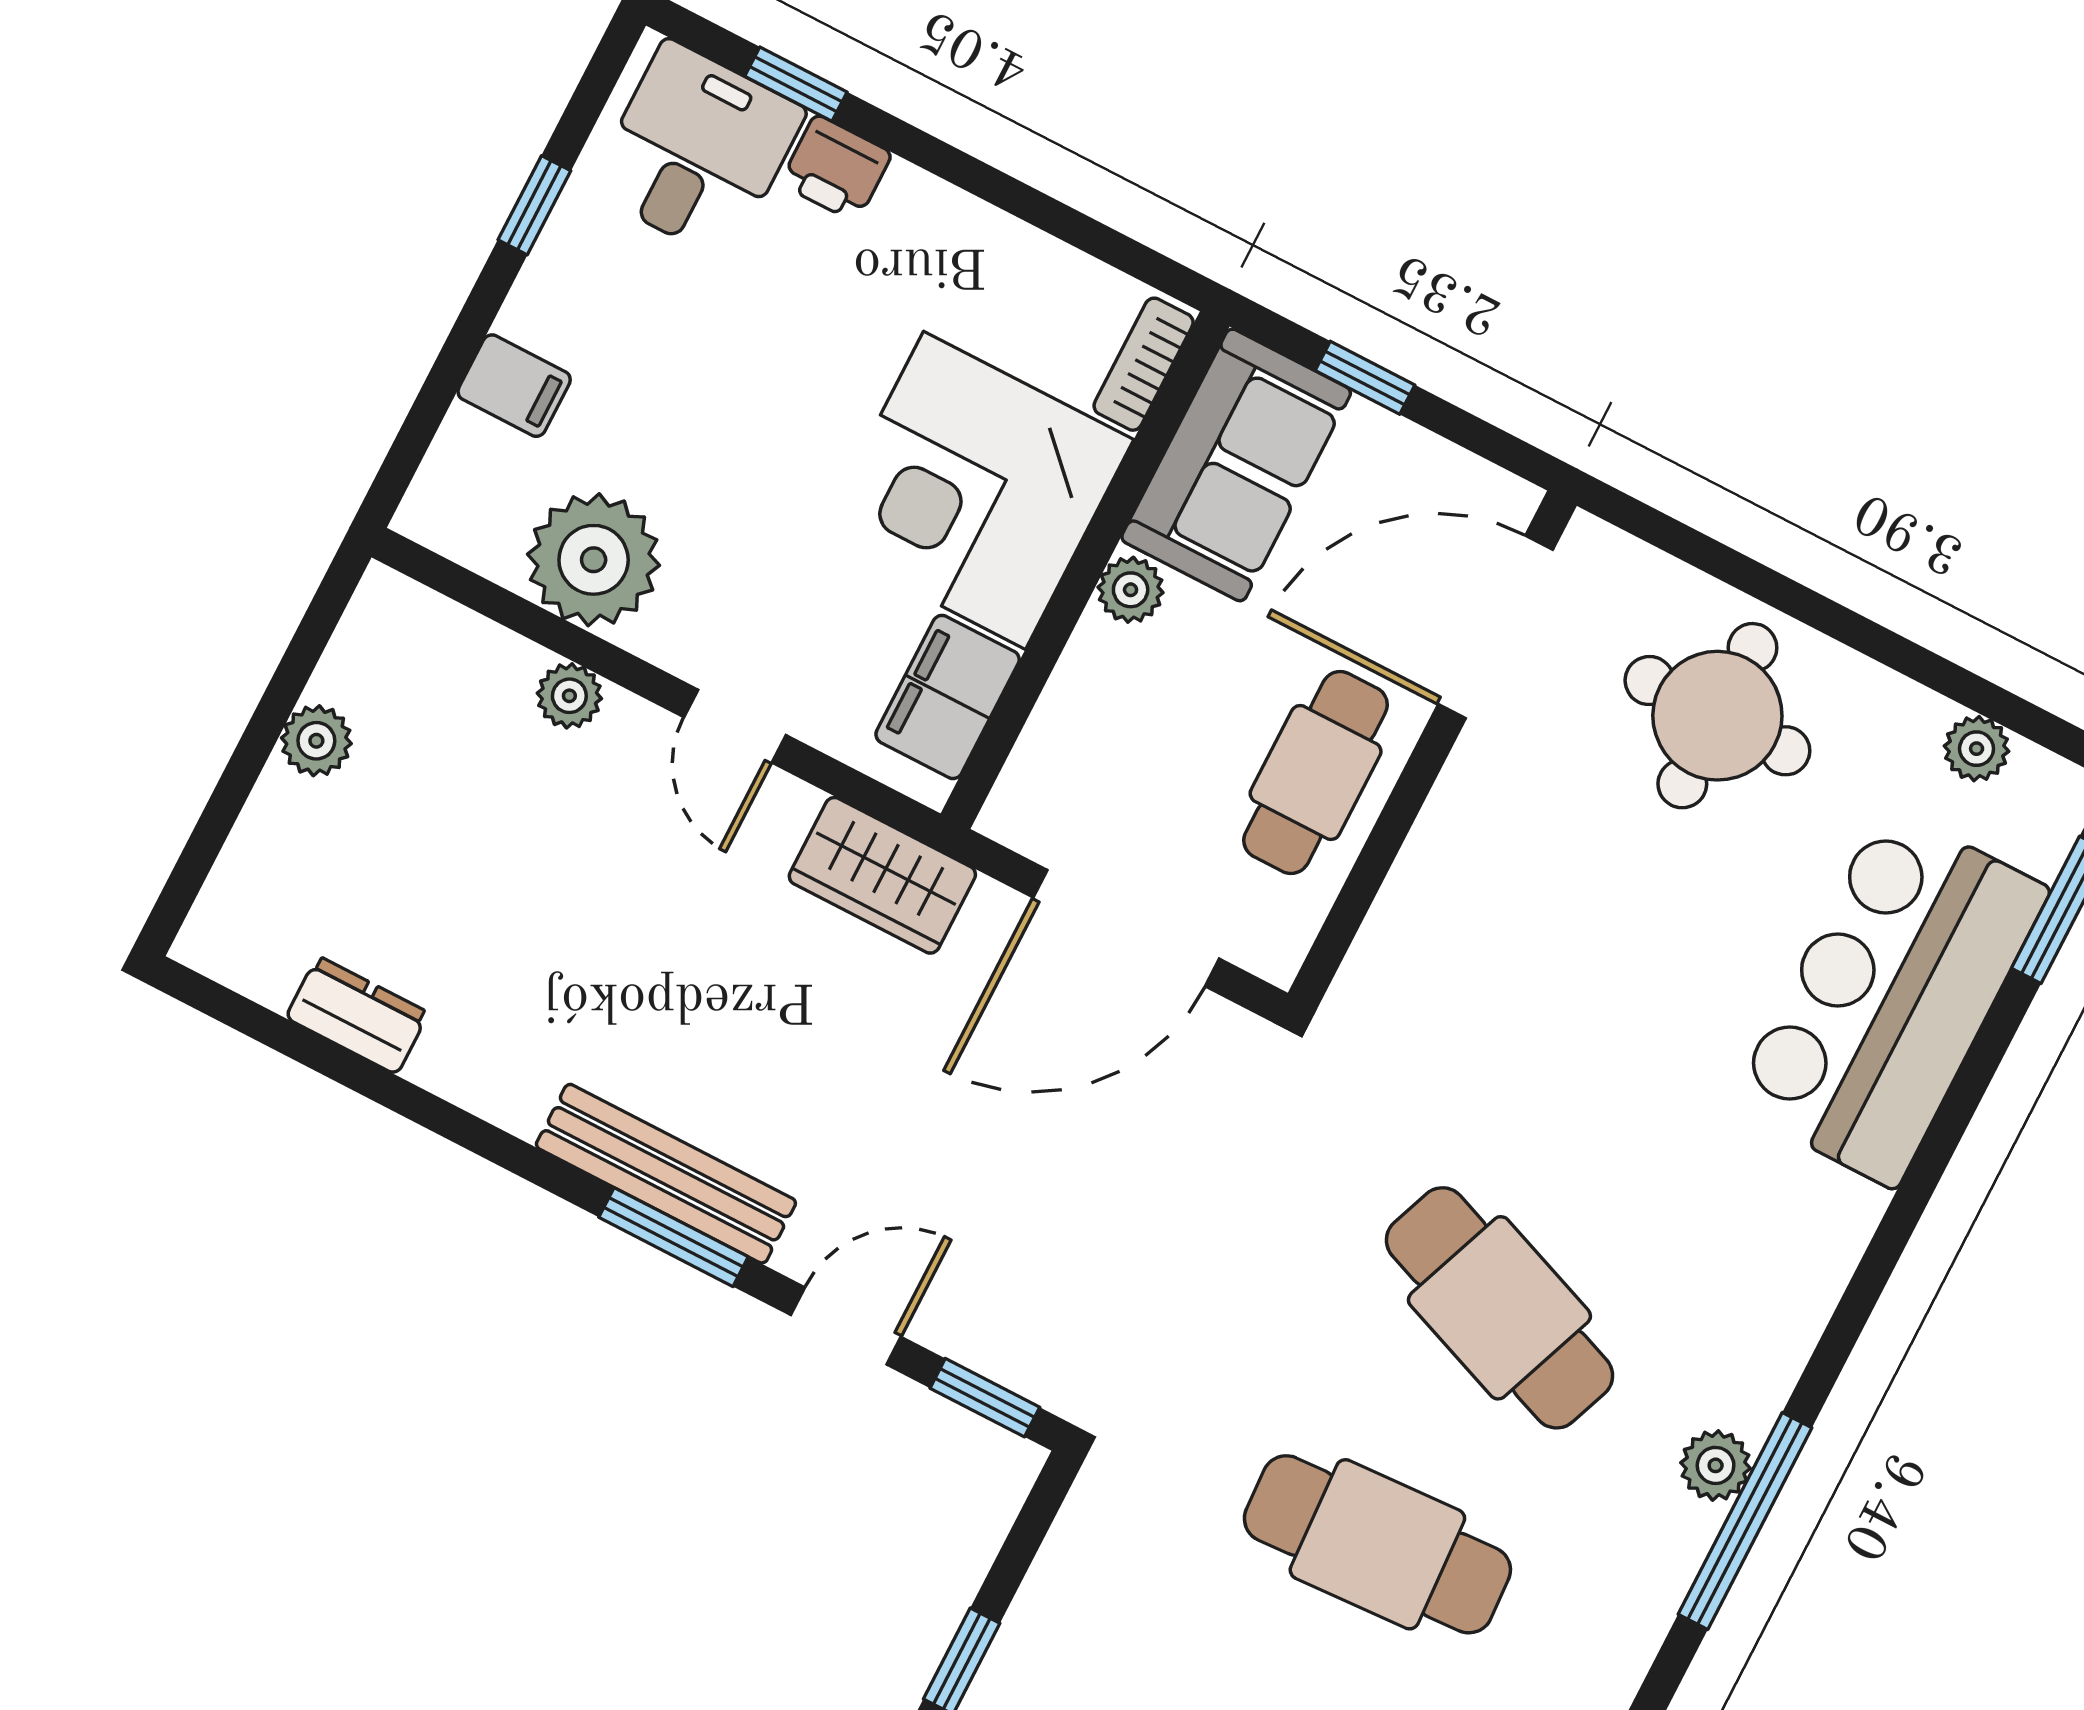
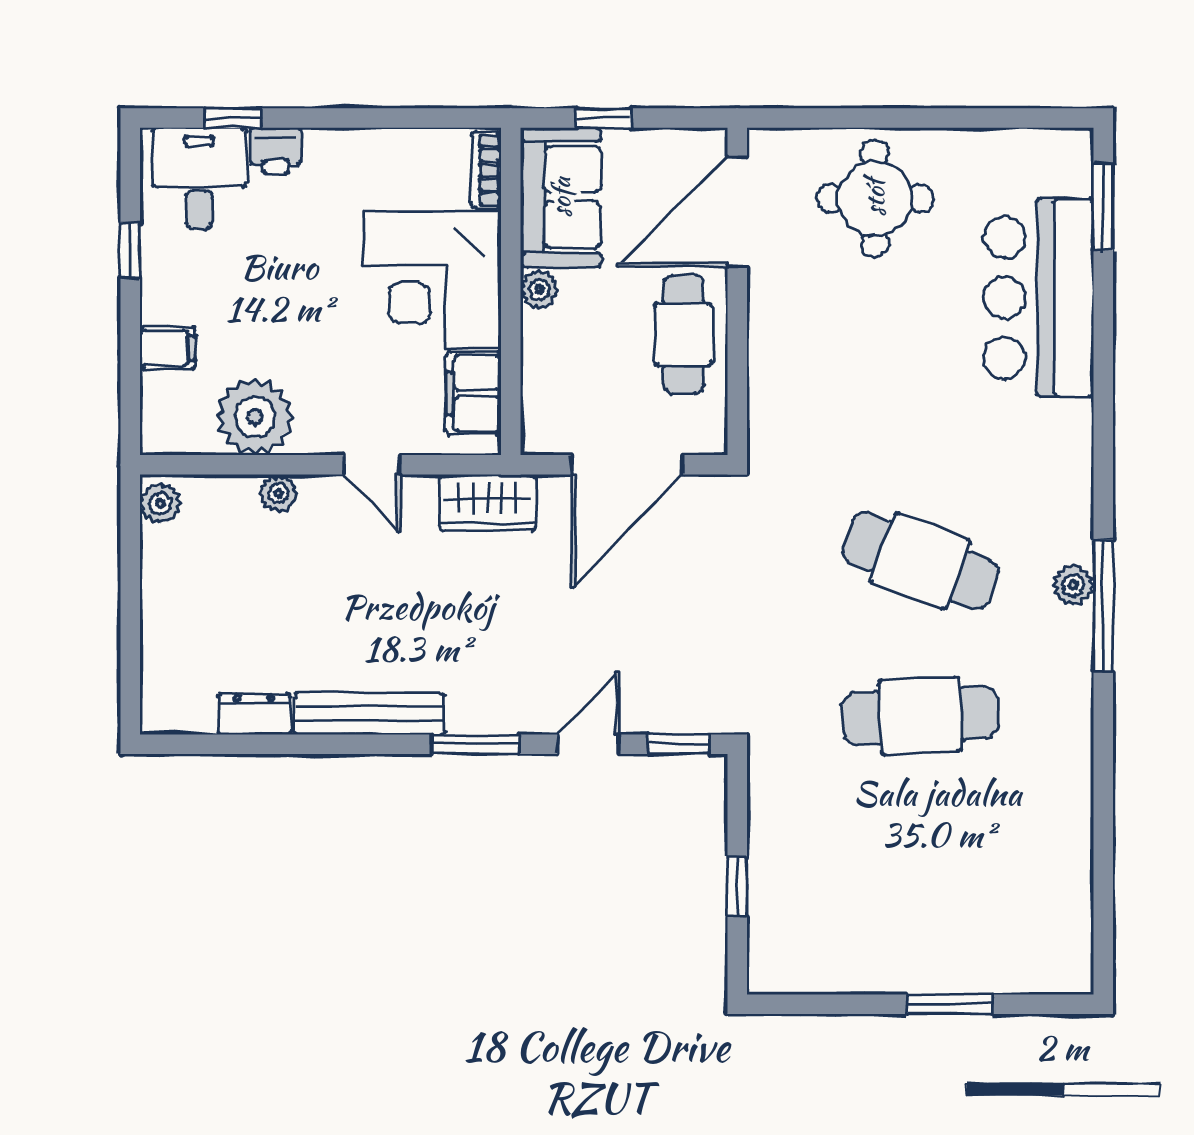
plant: (316, 741) -> (160, 503), moved
plant: (1977, 749) -> (1017, 146), removed
bench: (666, 1174) -> (369, 714), moved

